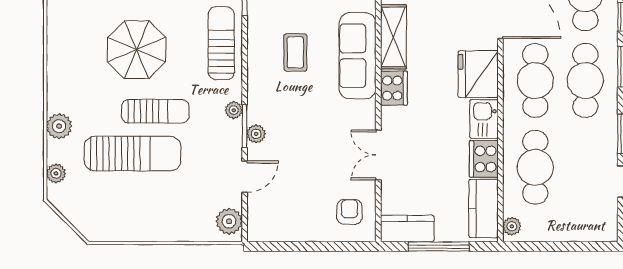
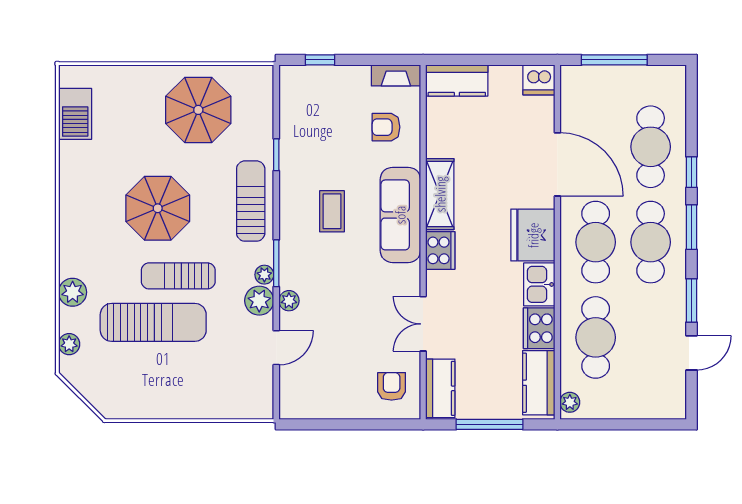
sun lounger: (155, 111) -> (178, 276), turned 180
window: (245, 126) -> (276, 263), moved
plant: (229, 221) -> (259, 301), moved
kitchen counter: (407, 228) -> (440, 388), moved, turned 90

